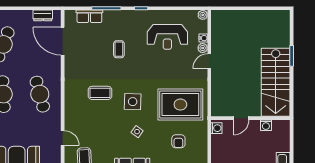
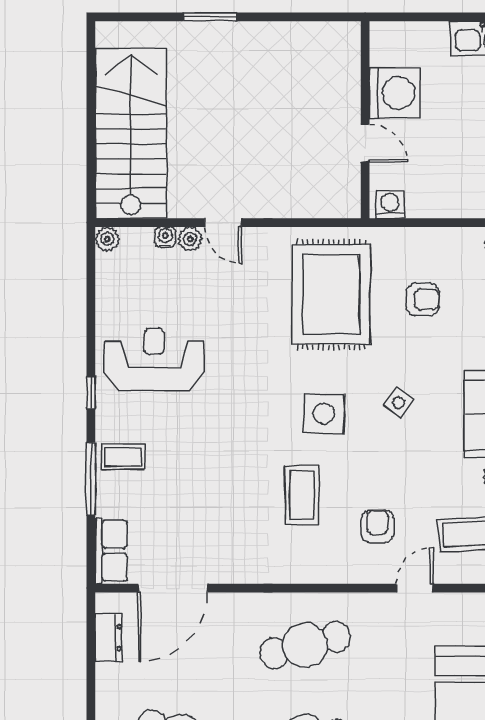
row of seats: (89, 16) -> (111, 551), moved
reception desk: (167, 37) -> (154, 360), moved, turned -90
coffee table: (119, 49) -> (123, 457), moved
stairs: (276, 82) -> (131, 133), moved, turned -90
armchair: (87, 123) -> (377, 527), added
washing machine: (266, 125) -> (395, 93), width x1.89, depth x1.89

